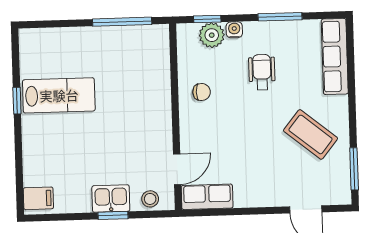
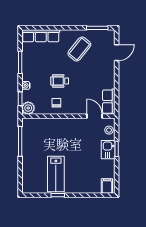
plant: (212, 35) -> (28, 108), moved
wheelchair: (262, 72) -> (60, 81), moved
lab bench: (59, 95) -> (56, 174), turned 180

